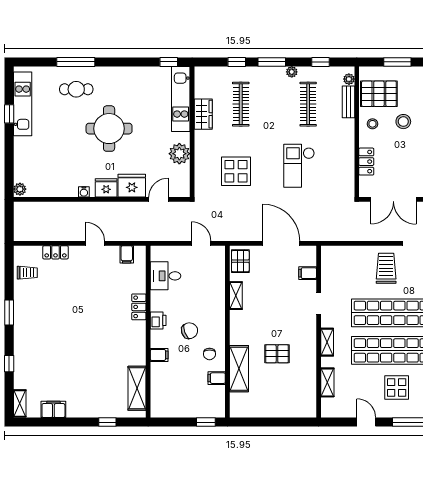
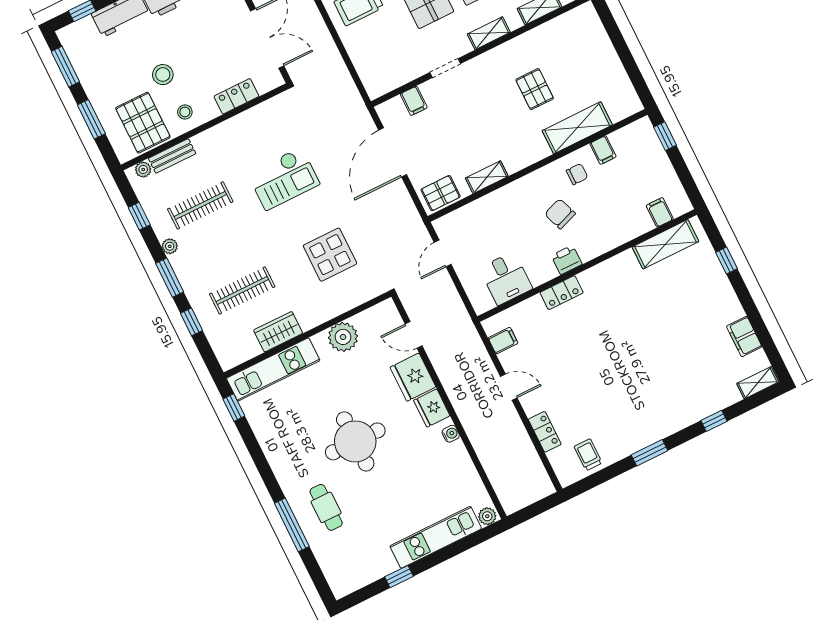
kitchen unit: (23, 104) -> (436, 537), moved
door: (95, 243) -> (509, 387), swing flipped
filing cabinet: (159, 355) -> (660, 212), moved

